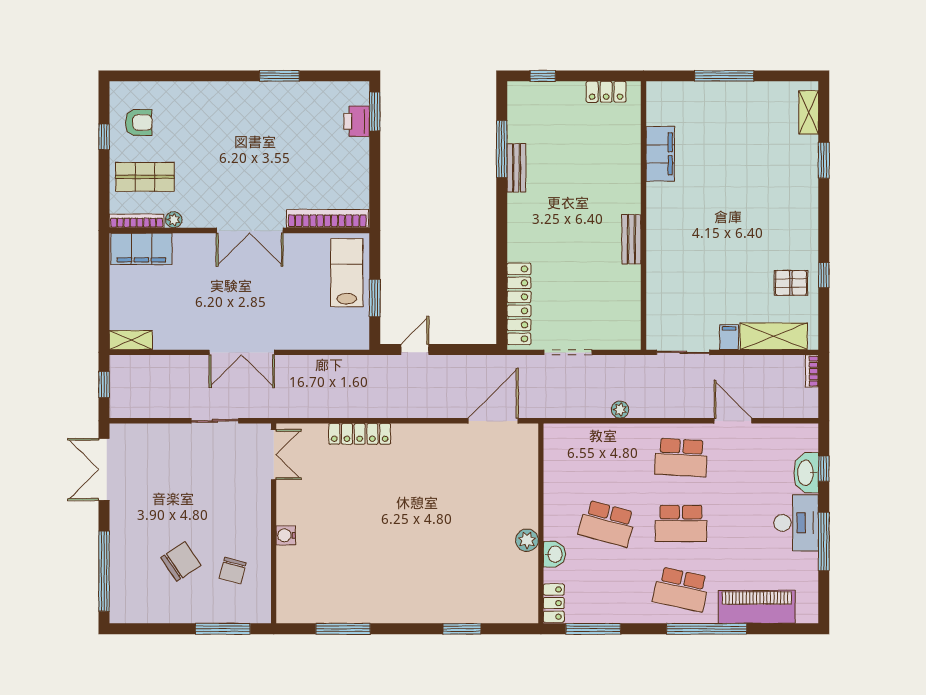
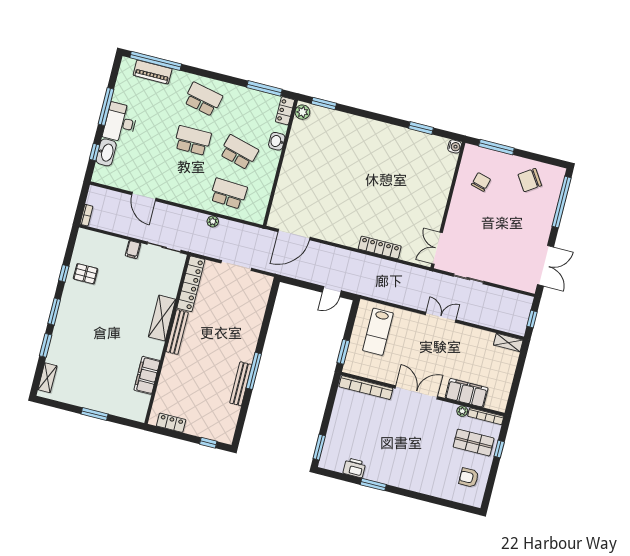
window: (724, 76) -> (95, 414), width x0.69
printer: (357, 121) -> (354, 468), moved, turned -90
window: (104, 137) -> (499, 449), moved
window: (502, 149) -> (254, 371), moved
bench: (516, 168) -> (241, 384), width x1.36
window: (824, 214) -> (54, 311), added
bench: (631, 239) -> (177, 332), width x1.36
filing cabinet: (141, 249) -> (467, 393), moved
lab bench: (347, 273) -> (378, 332), moved
window: (375, 298) -> (343, 352), moved
locker: (519, 304) -> (191, 284), moved, turned 180
shelving: (774, 336) -> (162, 318), moved, turned 90
double door: (242, 352) -> (441, 317), width x0.73
school desk: (681, 457) -> (229, 194), moved
water cooler: (286, 535) -> (455, 146), moved
plant: (527, 540) -> (302, 112), moved
chair: (181, 562) -> (530, 180), moved
piano: (757, 607) -> (153, 72), width x0.73, depth x0.75
window: (343, 629) -> (421, 128), width x0.69
window: (462, 629) -> (324, 103), moved
window: (707, 629) -> (156, 61), moved

